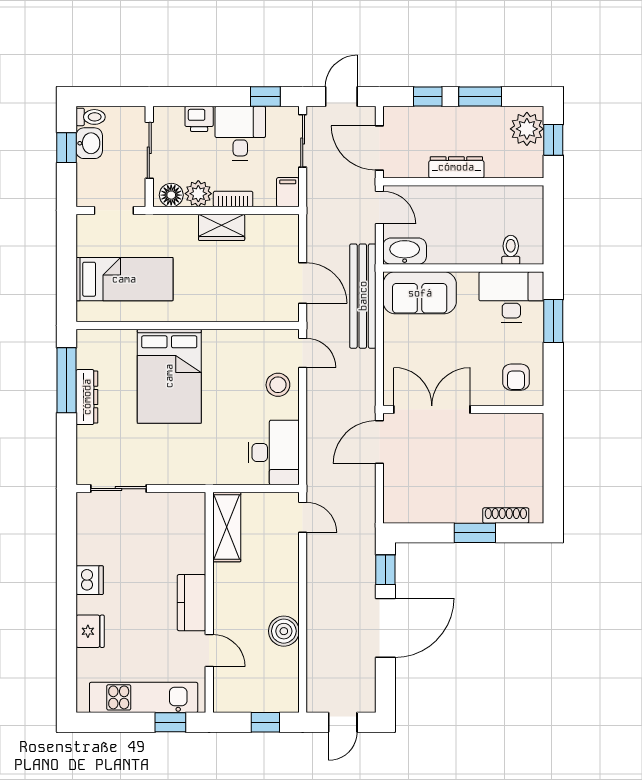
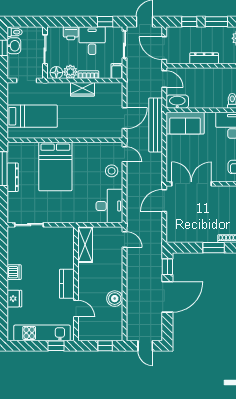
door: (303, 283) -> (124, 118), hinge flipped
door: (343, 722) -> (145, 346), hinge flipped

